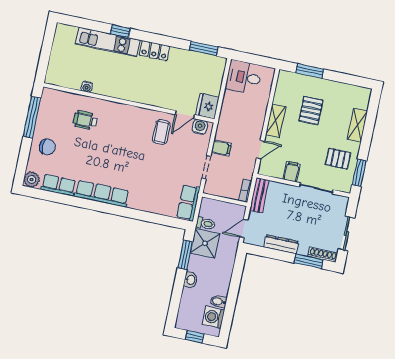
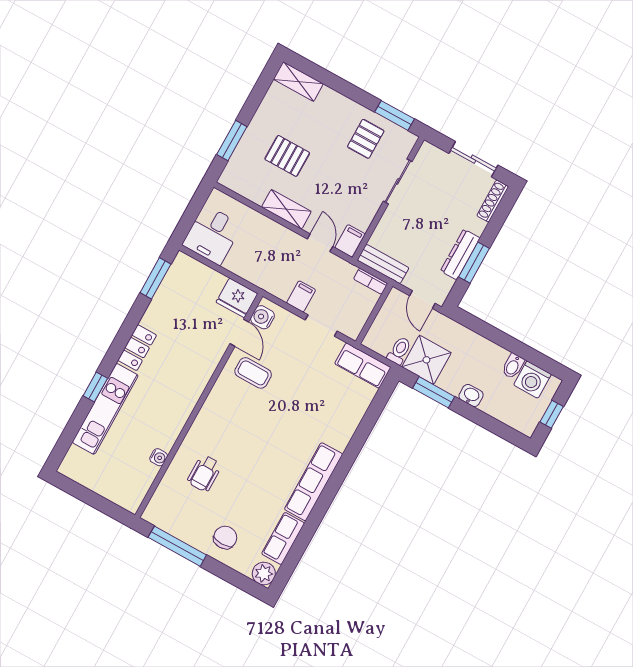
shelving: (357, 125) -> (298, 81), moved
filing cabinet: (291, 172) -> (350, 241), moved, turned 90
window: (309, 261) -> (474, 263), moved

